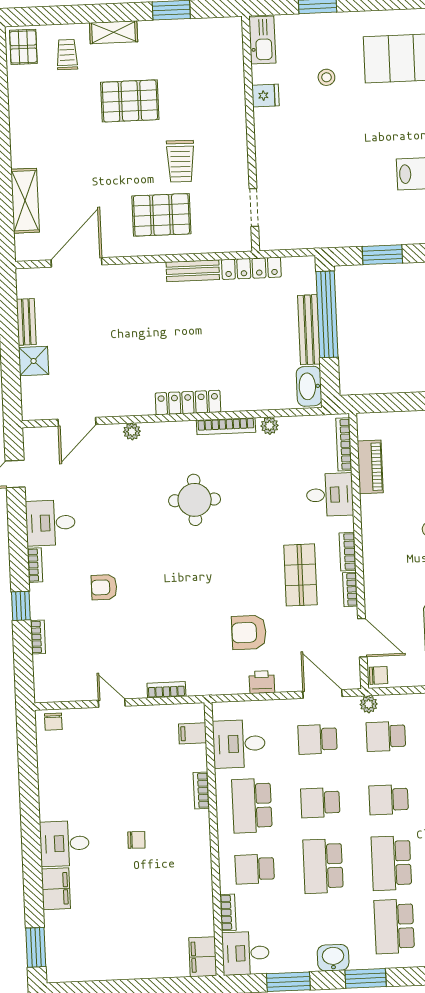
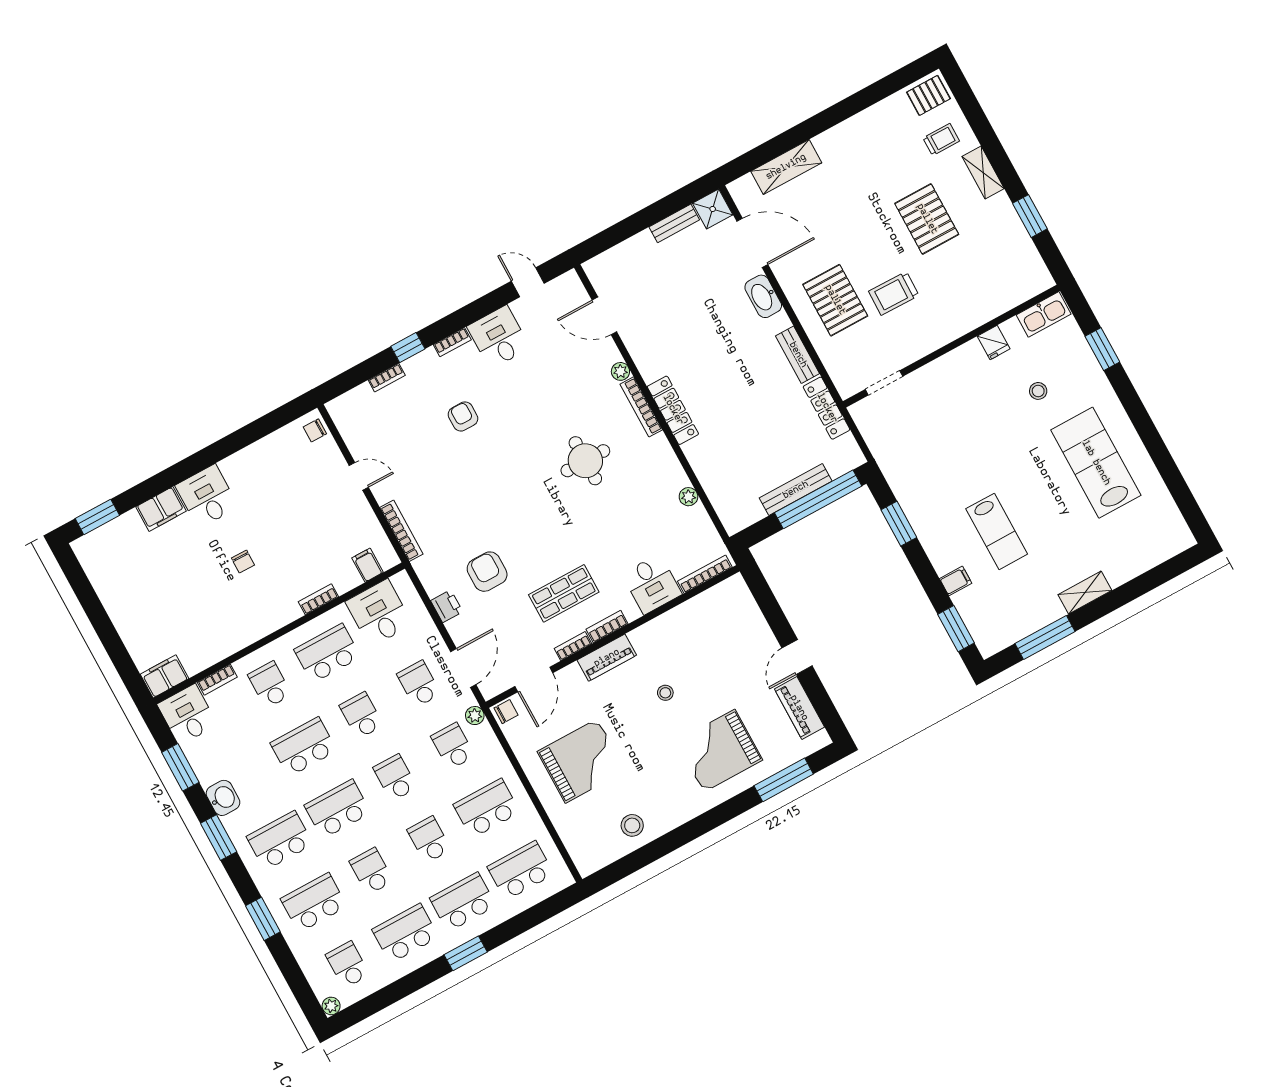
shower: (34, 361) -> (713, 209), moved
washbasin: (309, 386) -> (763, 296), moved, turned -90
bookcase: (226, 426) -> (641, 407), moved
piano: (370, 467) -> (607, 658), moved
chair: (378, 675) -> (506, 712), turned -90
bookcase: (166, 690) -> (401, 531), width x1.56
door: (112, 703) -> (359, 476), hinge flipped

